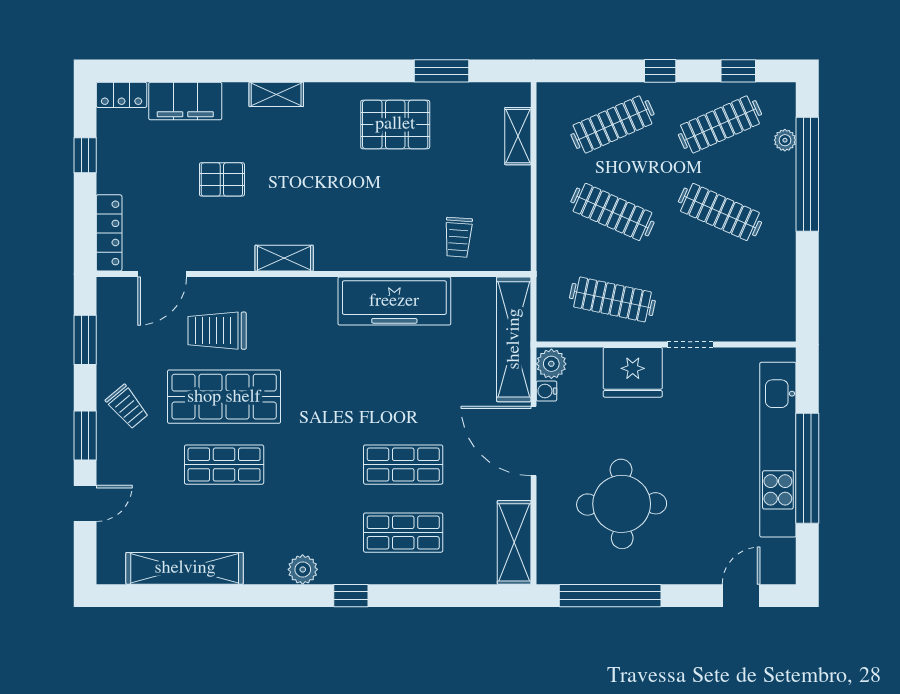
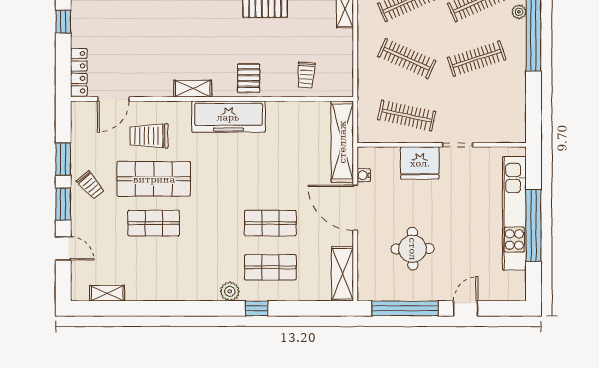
pallet: (222, 179) -> (249, 78), moved, turned 90
clothes rail: (720, 212) -> (477, 59), turned -42
freezer: (394, 301) -> (228, 117), moved
window: (85, 340) -> (63, 159), moved
plant: (551, 364) -> (367, 157), removed
door: (85, 503) -> (63, 248), hinge flipped
round table: (622, 504) -> (413, 249), width x0.73, depth x0.73
shelving: (185, 568) -> (107, 293), width x0.45, depth x0.75
plant: (303, 569) -> (230, 291), moved
window: (351, 596) -> (257, 308), moved
door: (741, 596) -> (466, 308), moved

